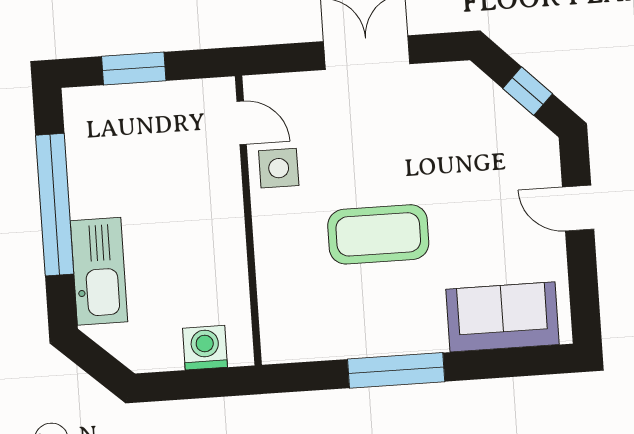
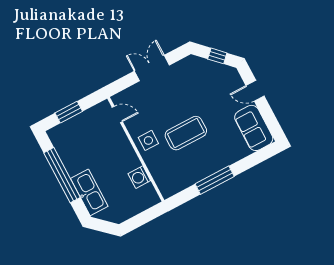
side table: (279, 168) -> (148, 140), moved
sofa: (503, 317) -> (254, 128), moved, turned -90
washing machine: (205, 348) -> (139, 177), moved, turned -90

